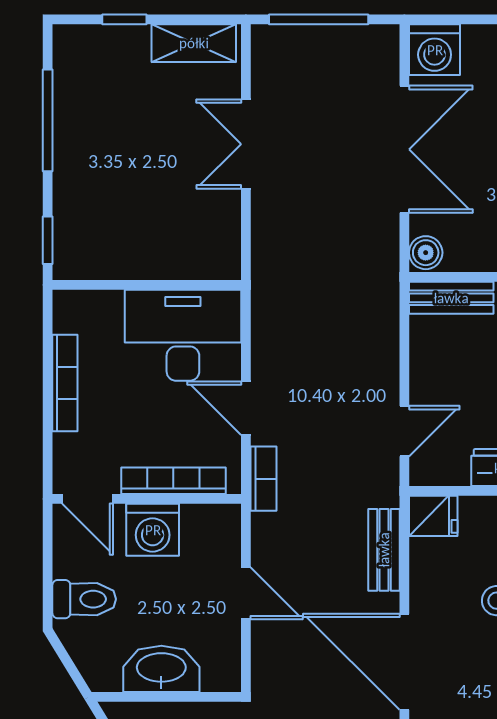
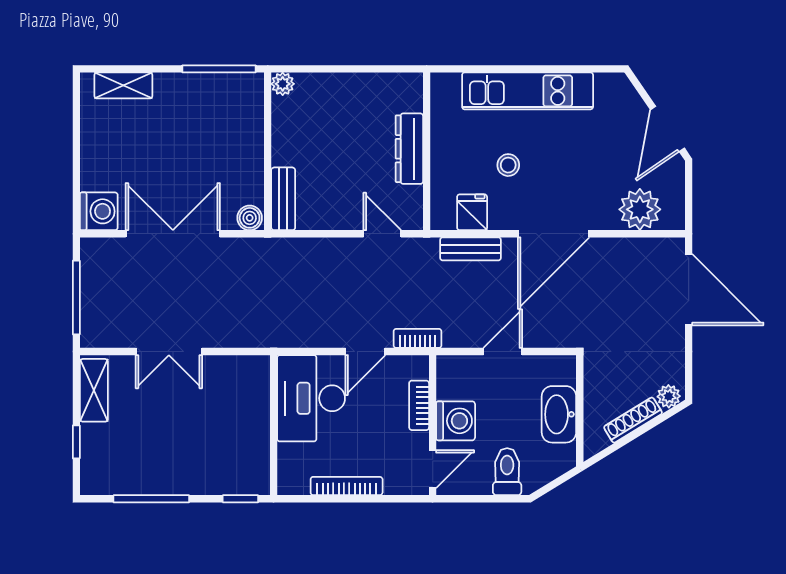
bookcase: (173, 481) -> (419, 405), width x0.64
fridge: (433, 516) -> (472, 212), moved

